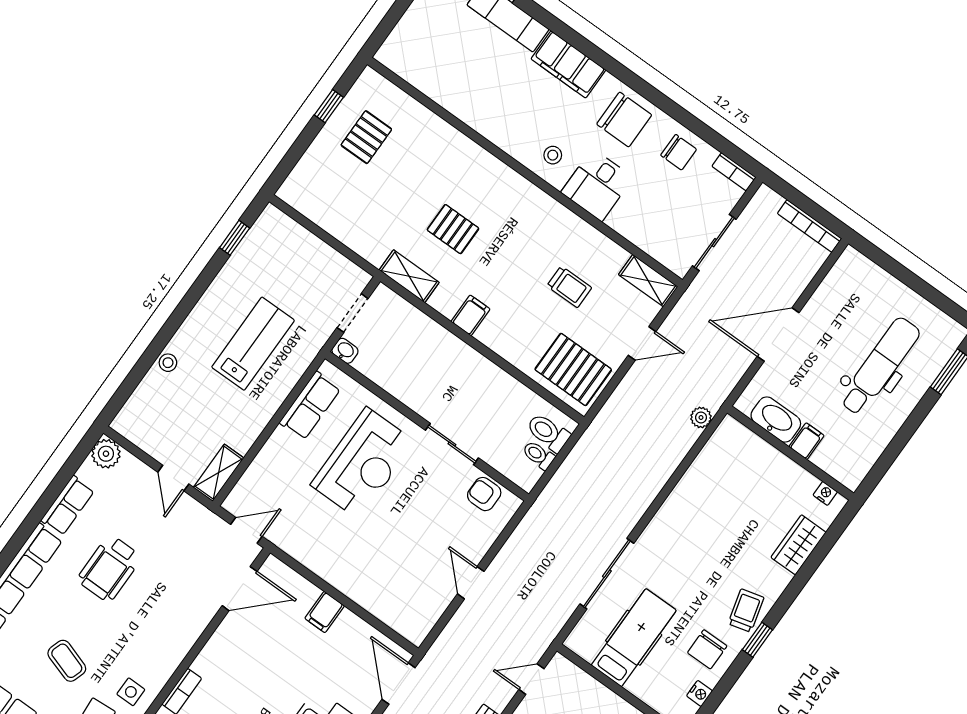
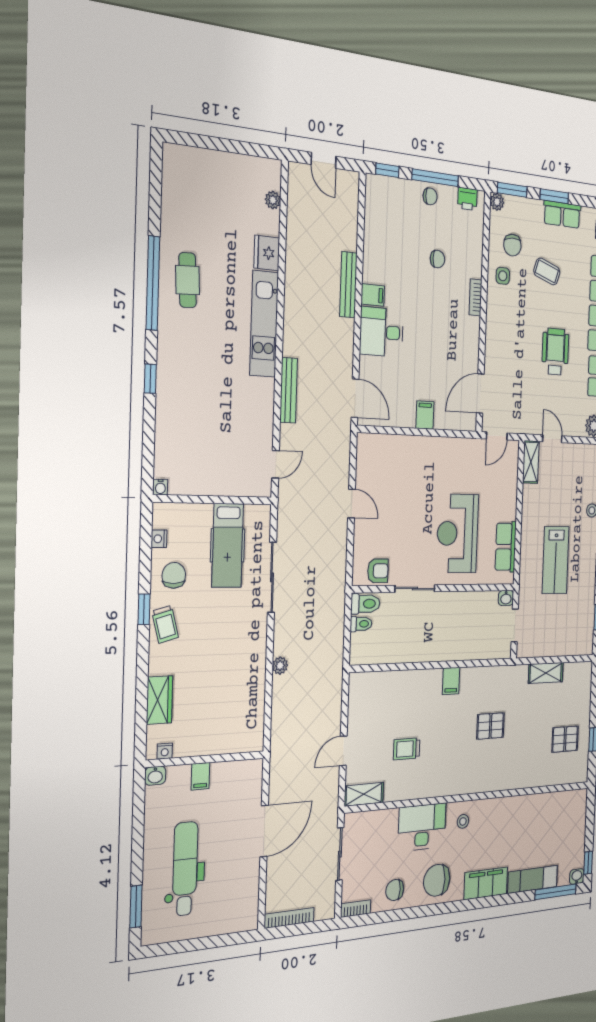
pallet: (366, 137) -> (565, 739), turned 90
desk: (597, 185) -> (422, 827), width x1.37
shelving: (409, 276) -> (546, 673), moved
dental chair: (880, 366) -> (185, 869), turned 180
pallet: (573, 369) -> (374, 698), removed
plant: (701, 417) -> (280, 666), moved
washbasin: (776, 420) -> (155, 776), moved, width x0.52, depth x0.69
toilet: (548, 433) -> (365, 604), moved

